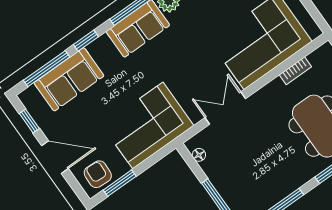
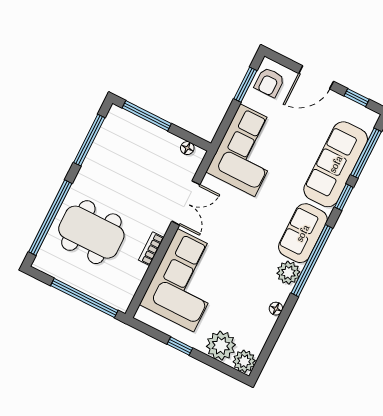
bookcase: (295, 71) -> (151, 249), moved
sofa: (69, 79) -> (336, 164), width x1.36
armchair: (98, 174) -> (269, 82), turned 87

